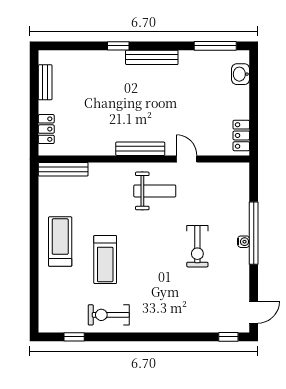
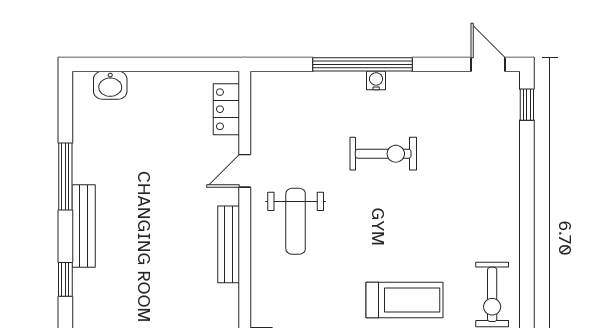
window: (215, 46) -> (65, 177), moved
locker: (241, 135) -> (226, 109), moved, turned 90
weight bench: (155, 191) -> (296, 221), turned 180

